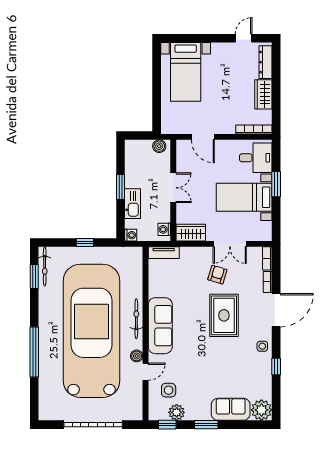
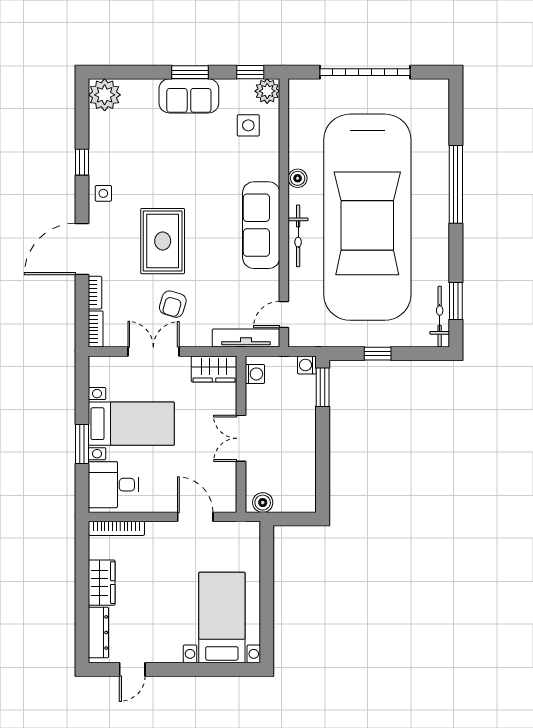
window: (120, 187) -> (323, 387), moved
kitchen sink: (133, 204) -> (304, 414), removed
tv unit: (164, 253) -> (246, 338), width x1.41
door: (145, 372) -> (284, 314), moved
sofa: (231, 409) -> (189, 96), moved
plant: (177, 412) -> (267, 91), moved

